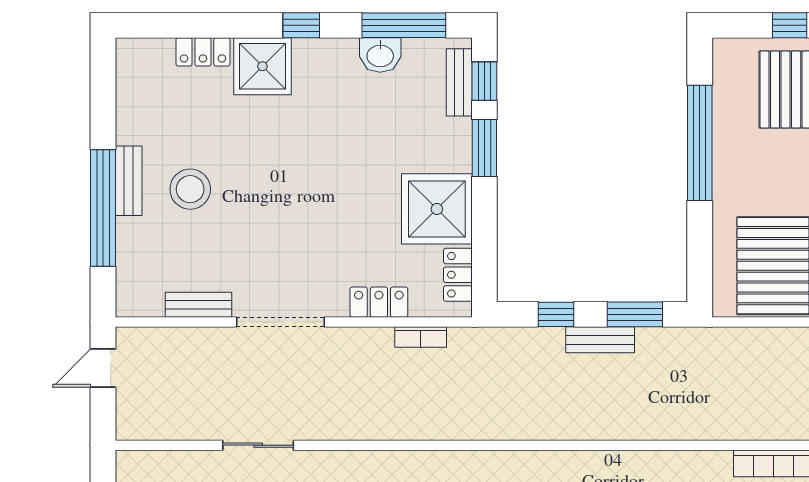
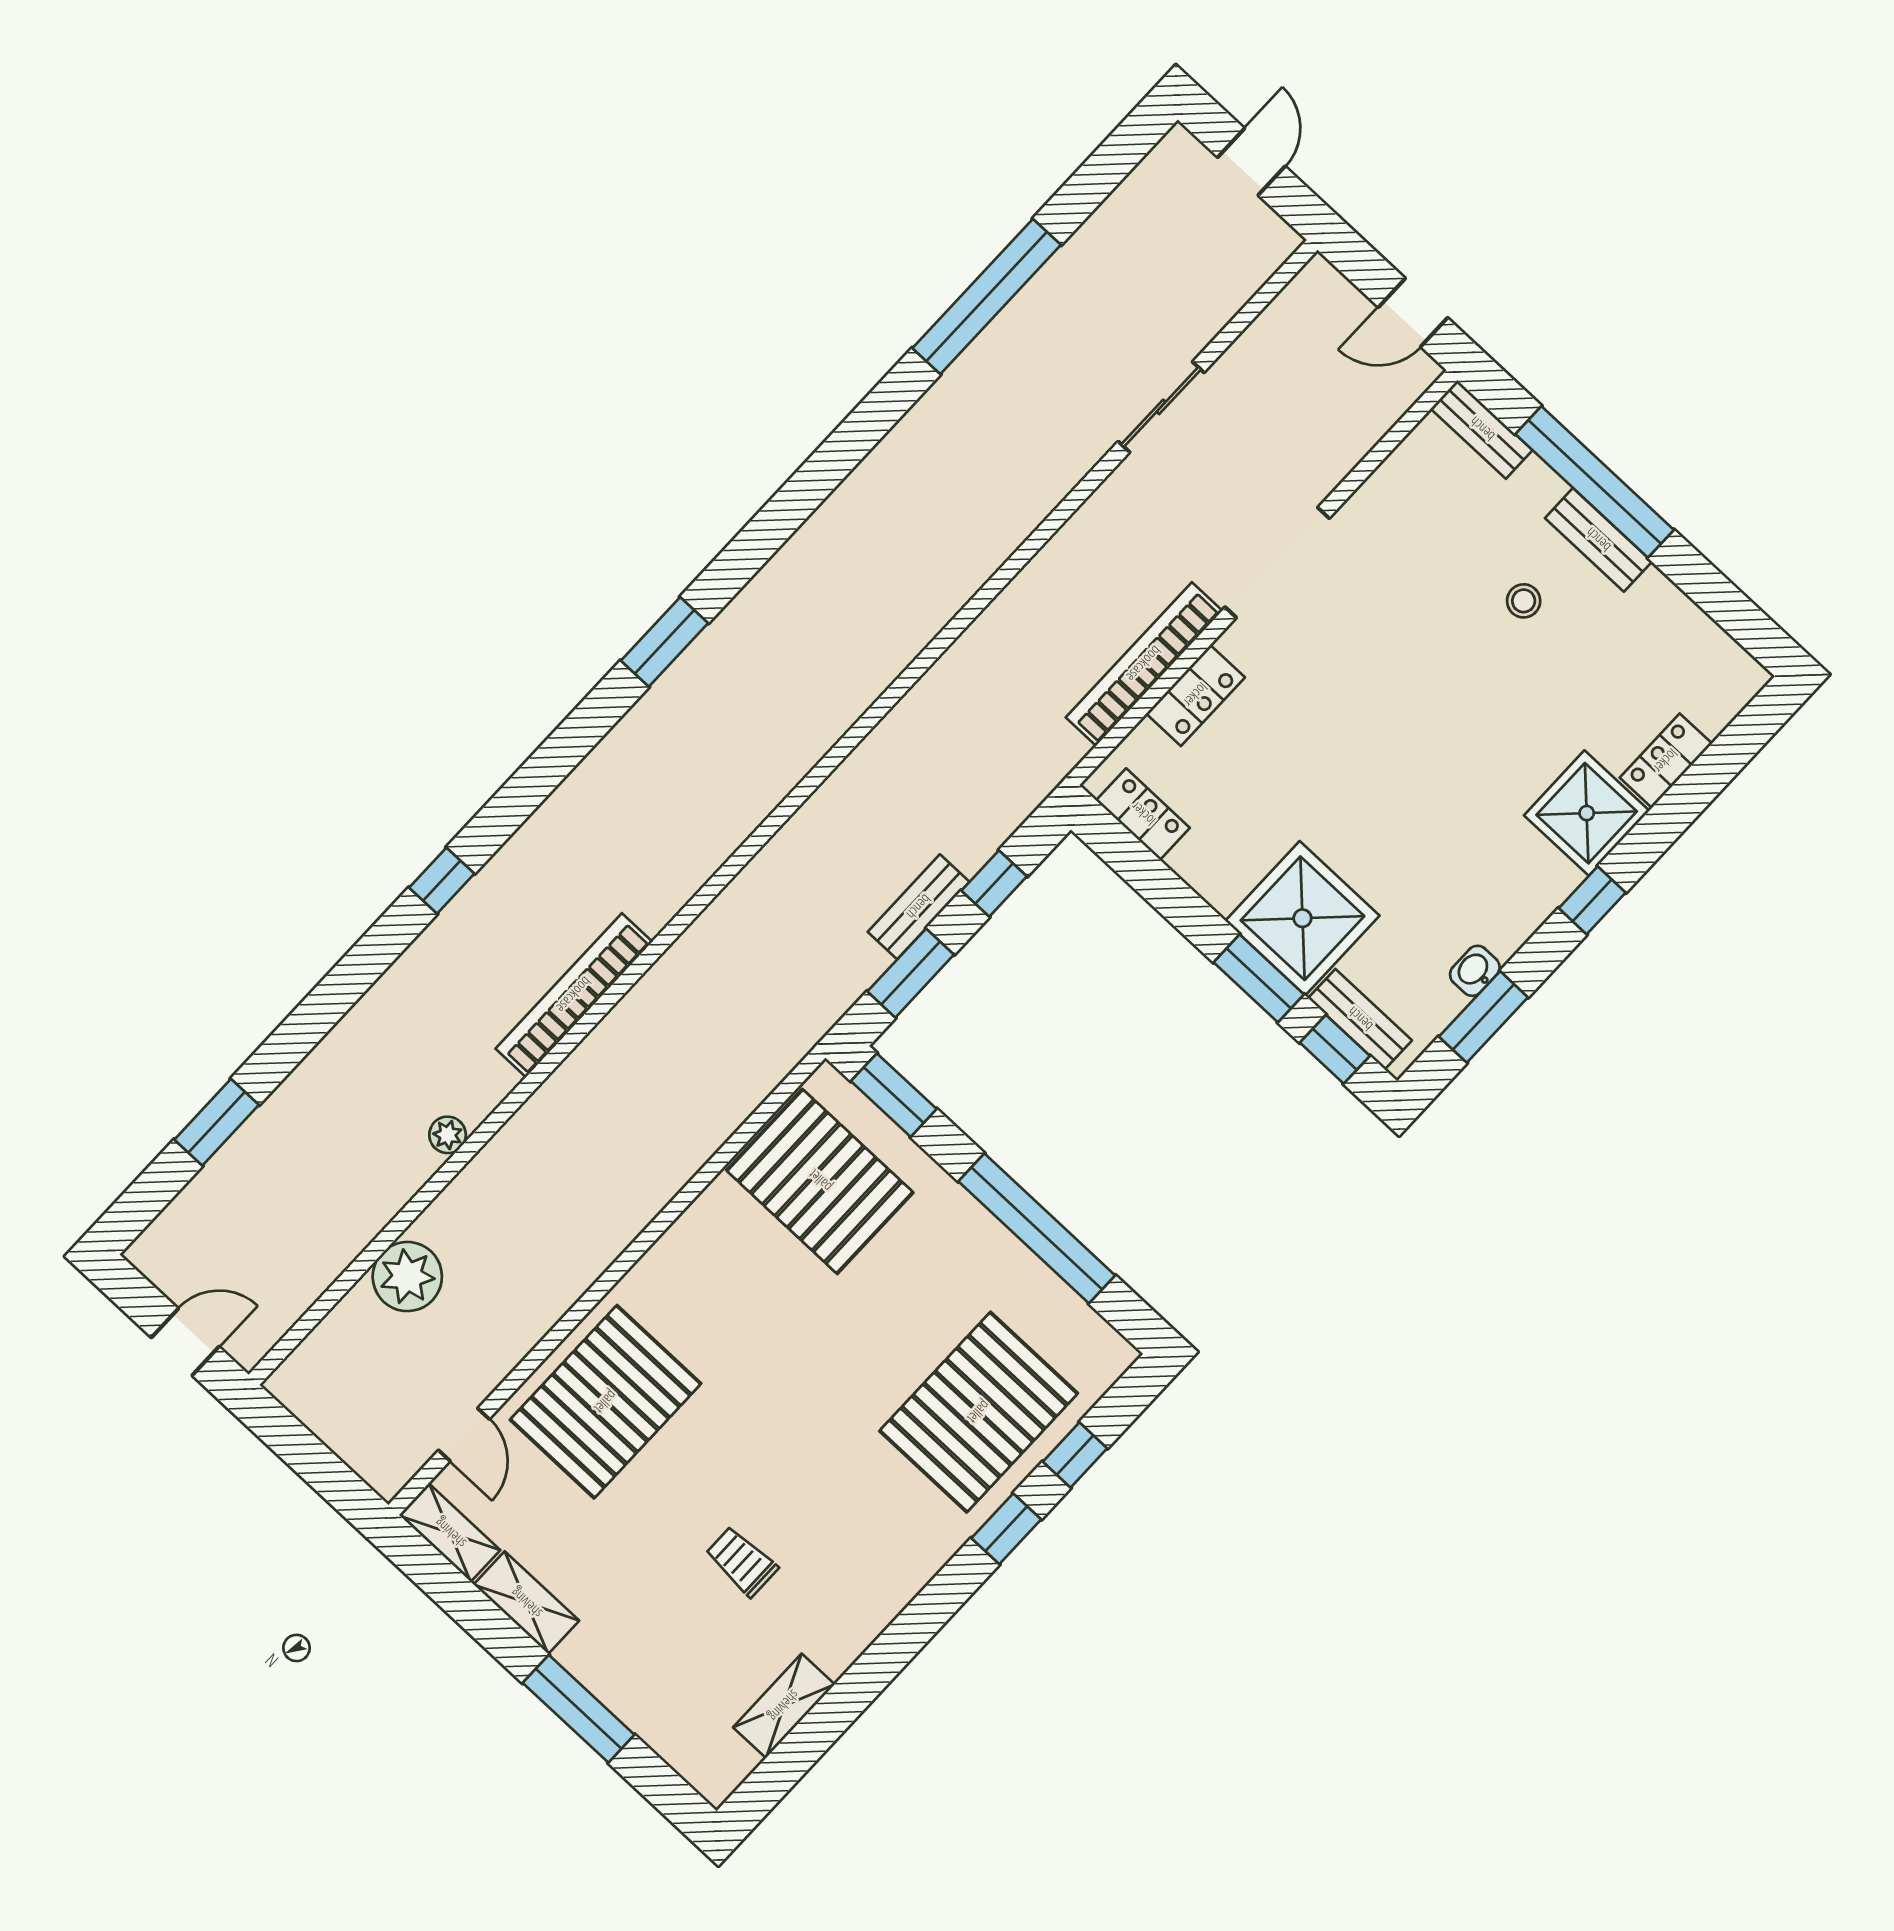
window: (404, 25) -> (1483, 1017), width x0.69
washbasin: (380, 55) -> (1475, 971), width x0.72, depth x0.69
stool: (190, 189) -> (1524, 601), width x0.53, depth x0.53
shower: (437, 209) -> (1302, 918), moved
window: (700, 269) -> (894, 1095), added
bench: (199, 305) -> (1482, 429), moved, turned 90
bookcase: (421, 337) -> (1144, 664), width x2.31, depth x1.31
door: (103, 368) -> (1413, 313), swing flipped

